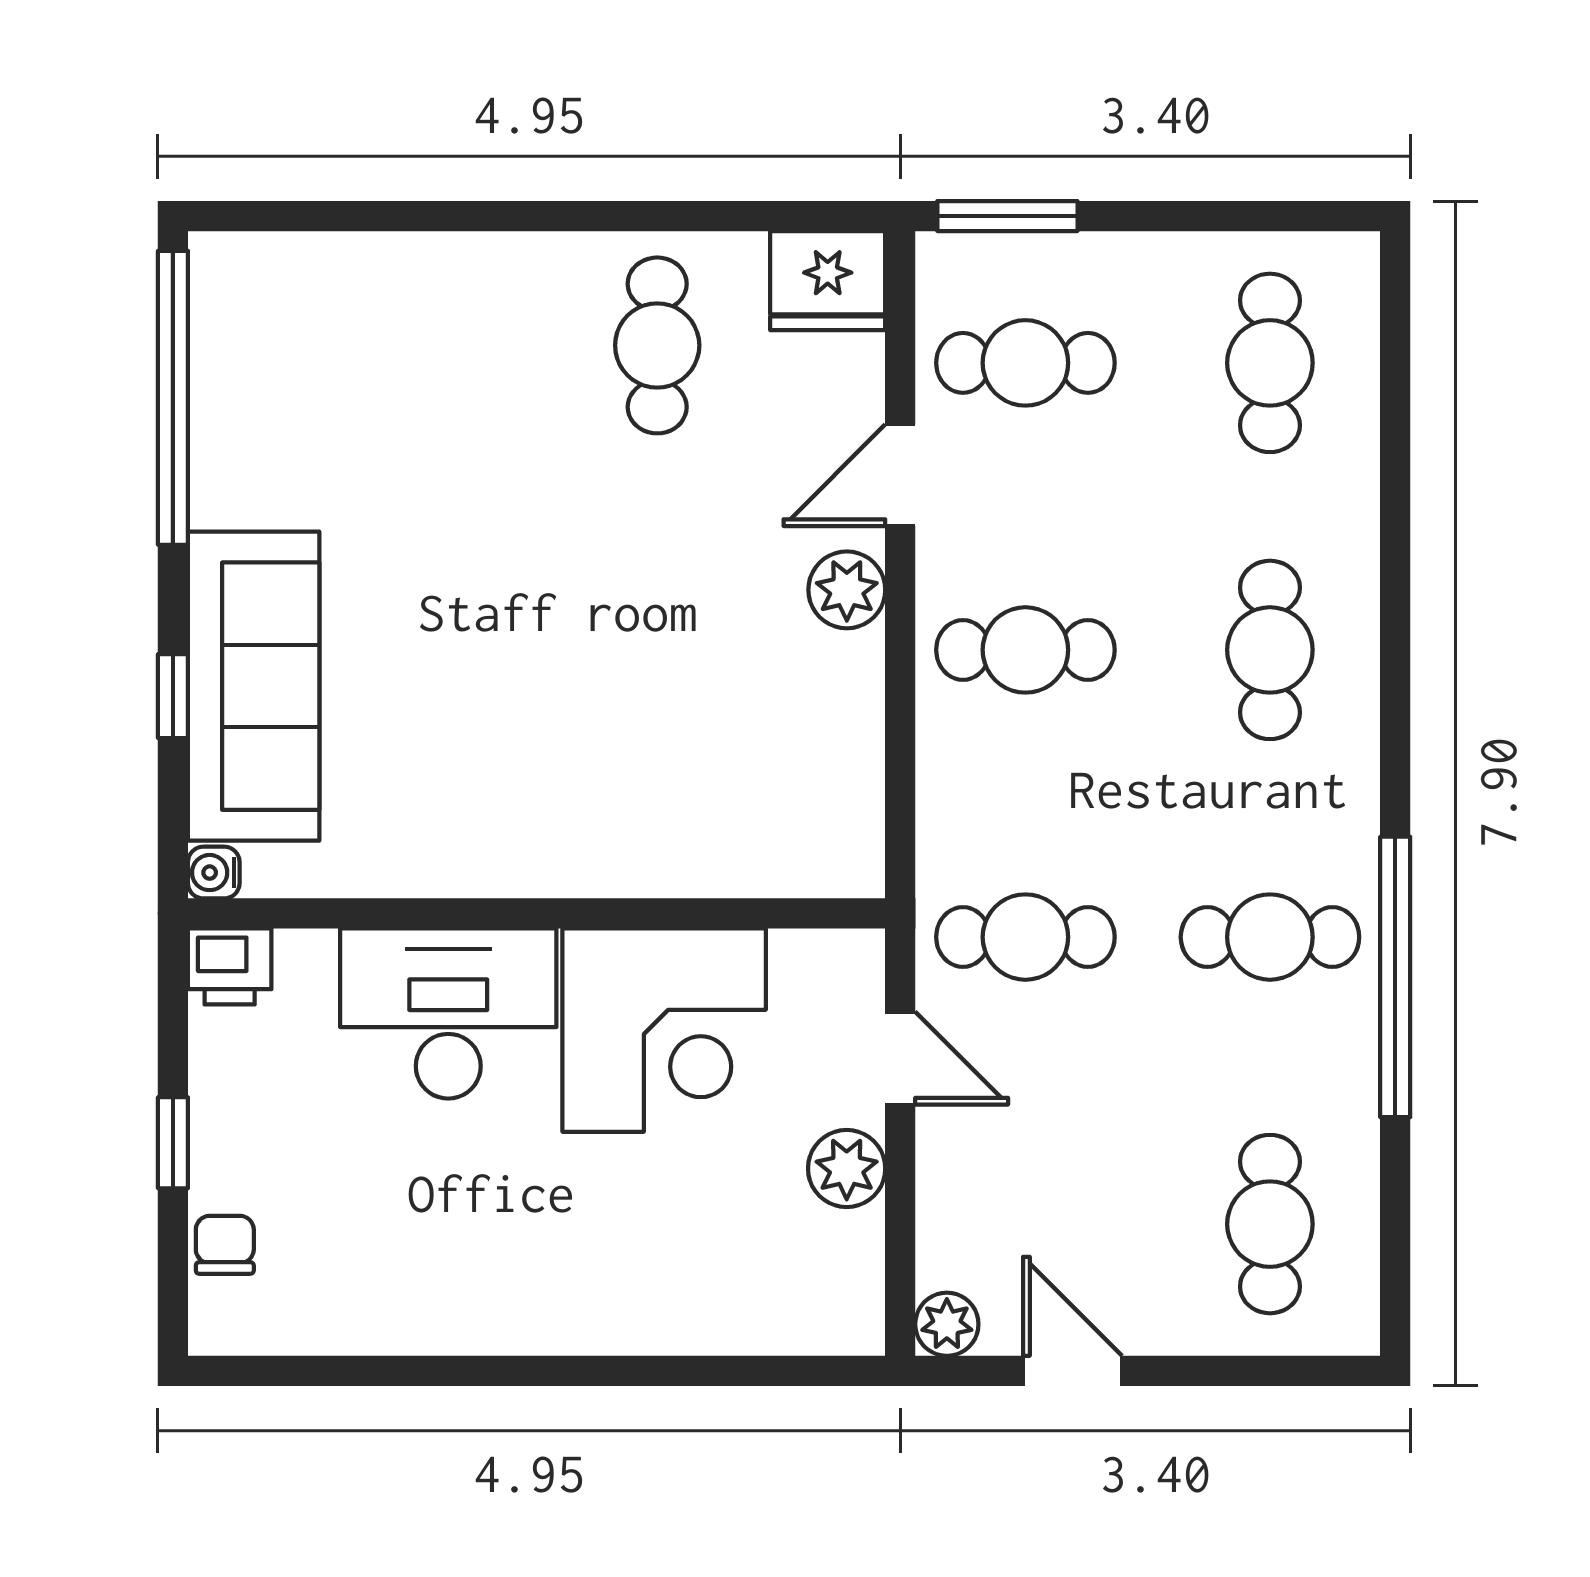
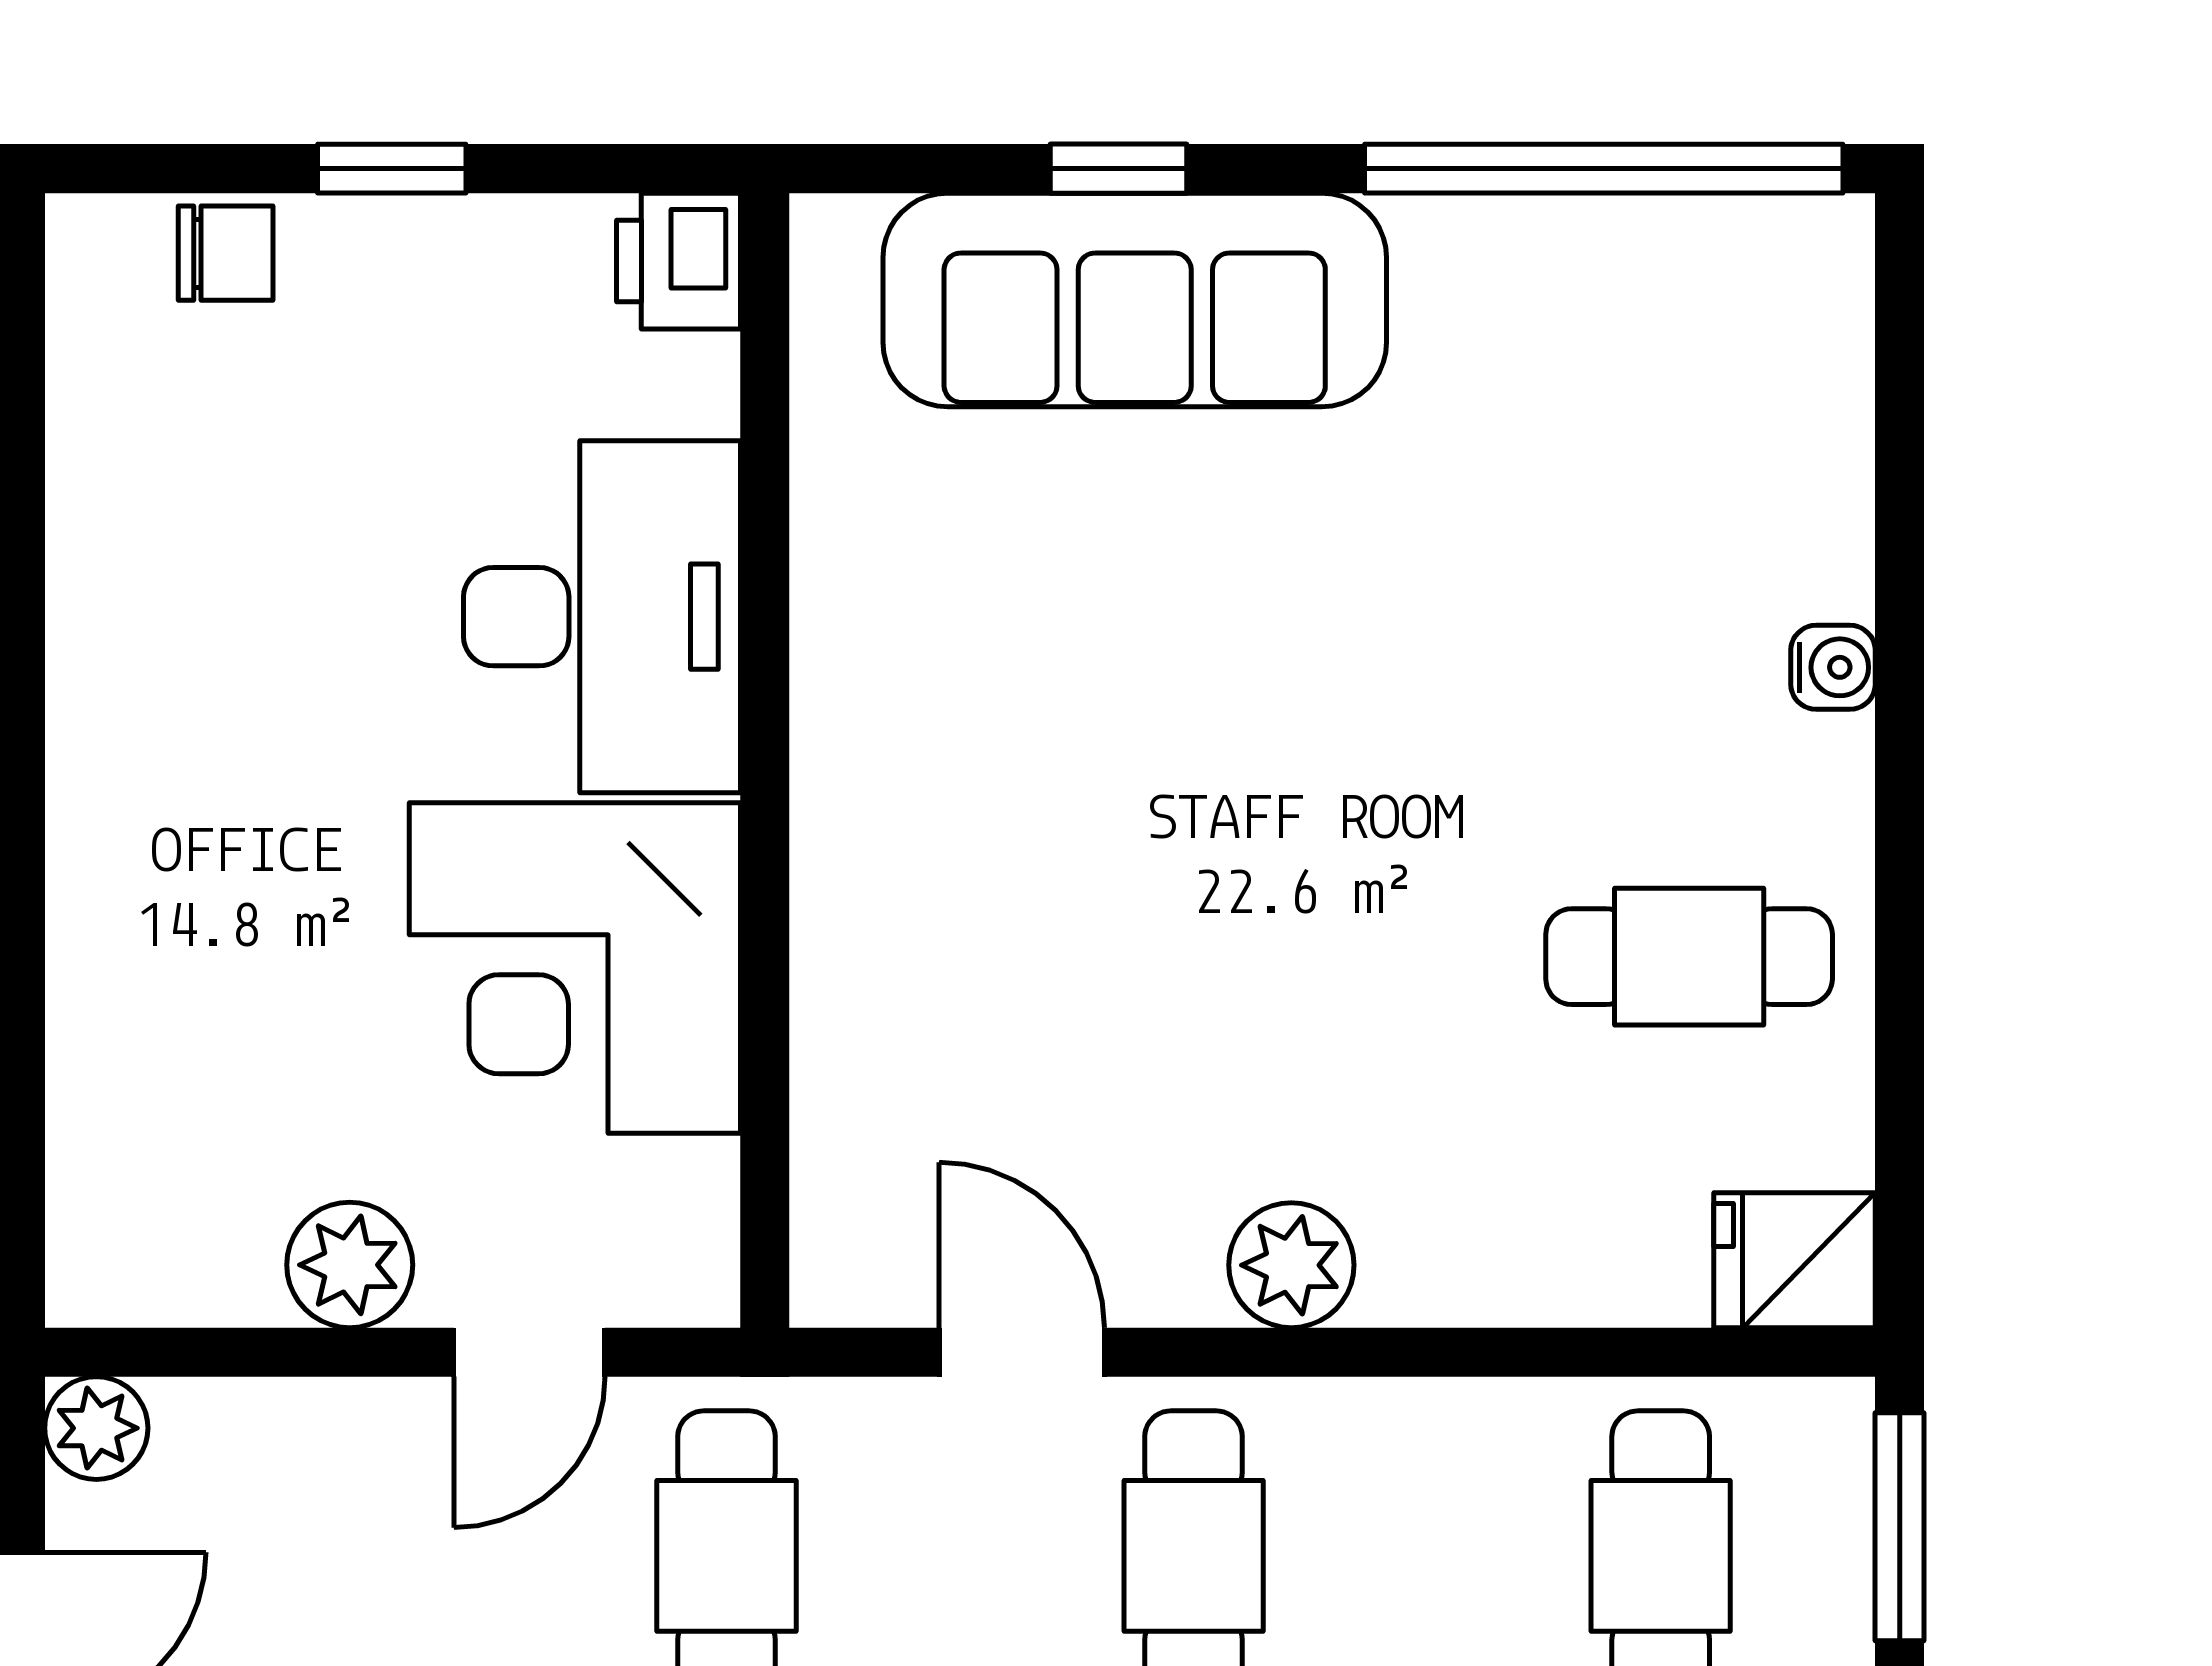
fridge: (828, 281) -> (1795, 1260), width x0.72
door: (900, 475) -> (1022, 1352), moved
water cooler: (214, 873) -> (1833, 667), moved, turned 90

